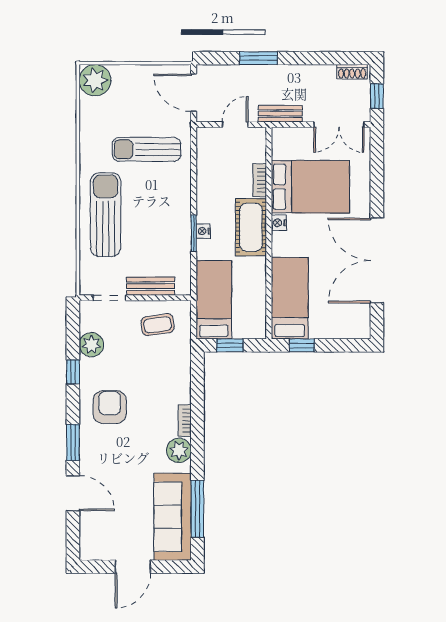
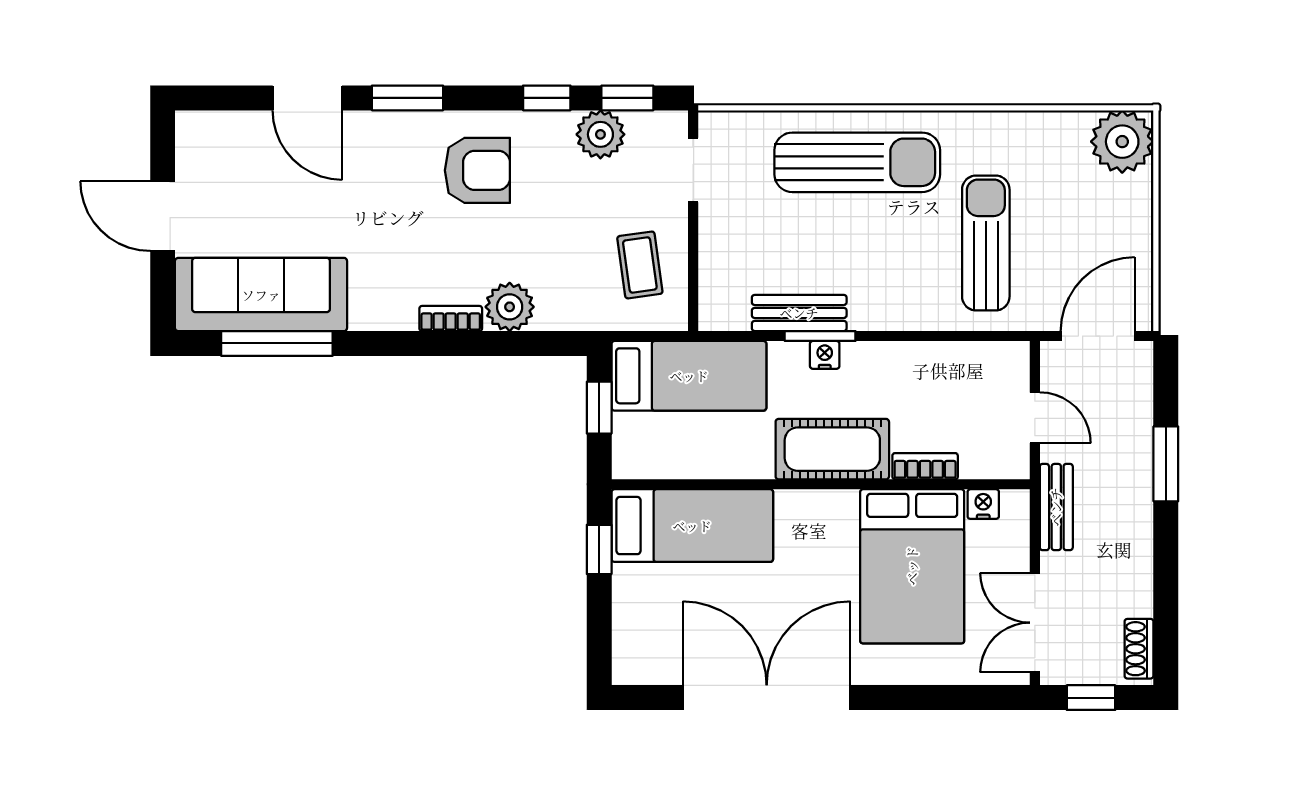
nightstand: (279, 223) -> (983, 504), moved
bench: (151, 286) -> (799, 313), moved, turned 90
window: (73, 331) -> (627, 98), added
plant: (179, 450) -> (510, 307), moved
door: (73, 493) -> (307, 98), hinge flipped

